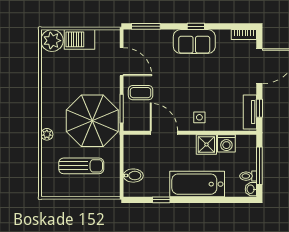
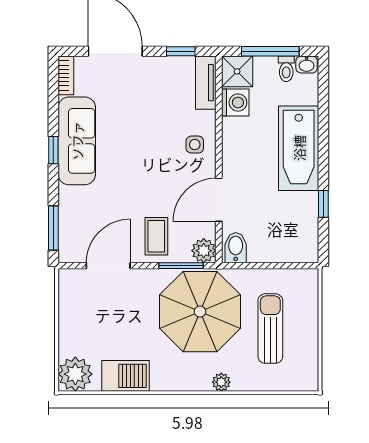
barbecue: (79, 39) -> (125, 376), moved, turned -90
sofa: (194, 42) -> (77, 141), width x1.36
tv unit: (250, 112) -> (206, 83), moved, turned 90
plant: (131, 123) -> (204, 251), added
shower: (206, 144) -> (237, 71), moved
bidet: (133, 176) -> (236, 248), moved

